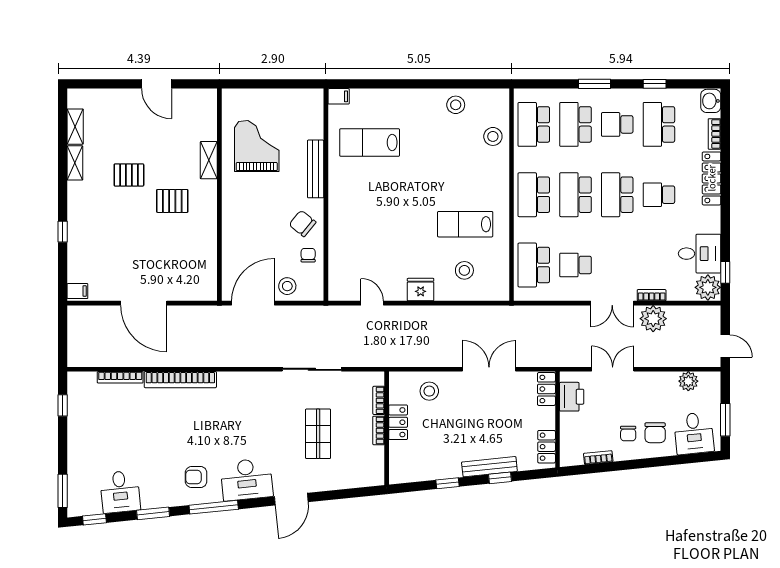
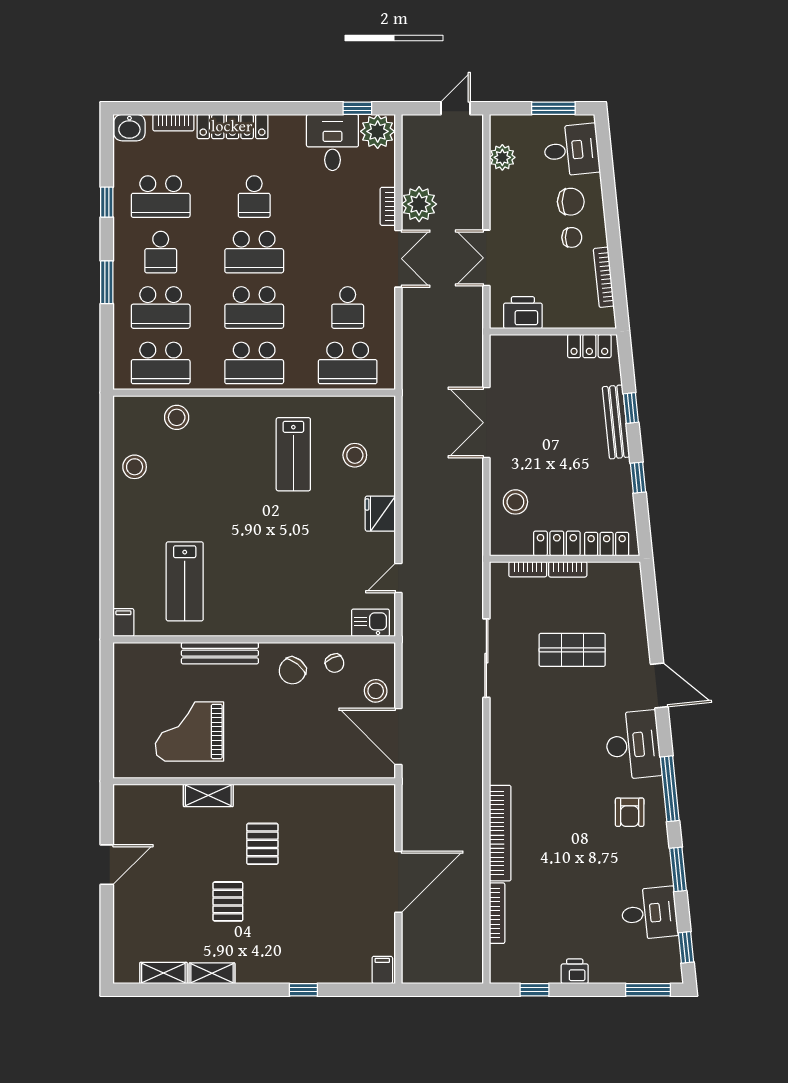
chair: (308, 255) -> (335, 663), turned -115
kitchen sink: (338, 282) -> (370, 623), added
locker: (546, 389) -> (607, 544), moved, turned 180
printer: (76, 436) -> (575, 971), added
bookcase: (598, 458) -> (604, 277), width x1.56

